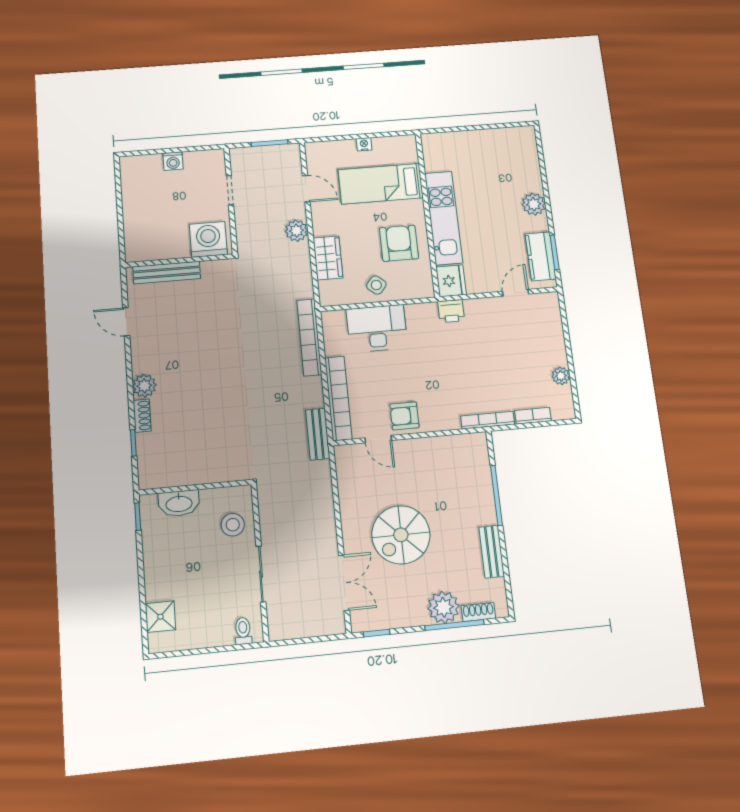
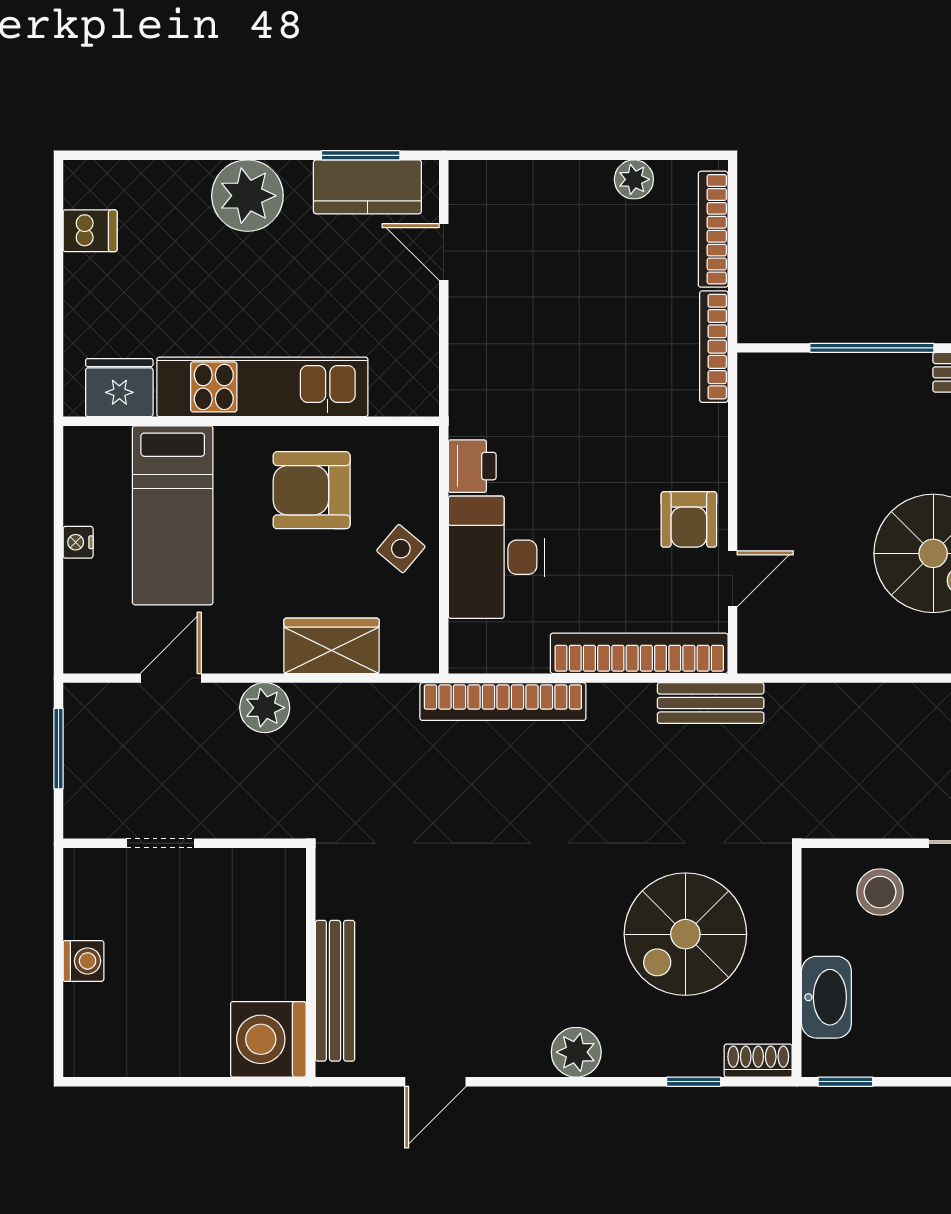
dishwasher: (504, 139) -> (90, 231), added
plant: (534, 204) -> (247, 196), width x1.36, depth x1.36
washing machine: (208, 239) -> (268, 1039), moved
fridge: (451, 281) -> (119, 388), moved
printer: (451, 311) -> (472, 466), moved
shoe rack: (142, 416) -> (758, 1061), moved
bookcase: (533, 416) -> (713, 229), width x1.56
spiral stairs: (205, 432) -> (685, 934), added

